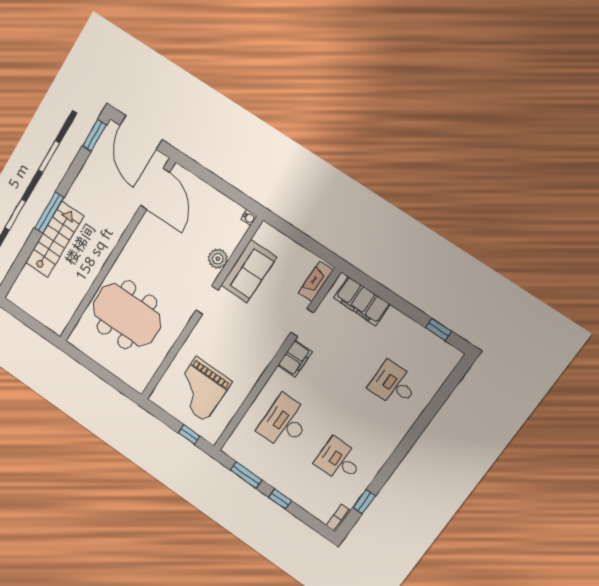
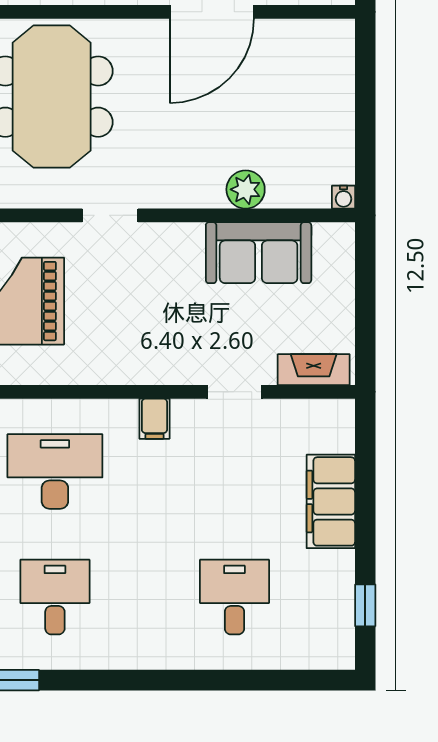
door: (155, 189) -> (212, 12), moved
doorway: (207, 300) -> (110, 215), moved
filing cabinet: (362, 301) -> (331, 501), moved
filing cabinet: (295, 359) -> (154, 419), width x0.50

